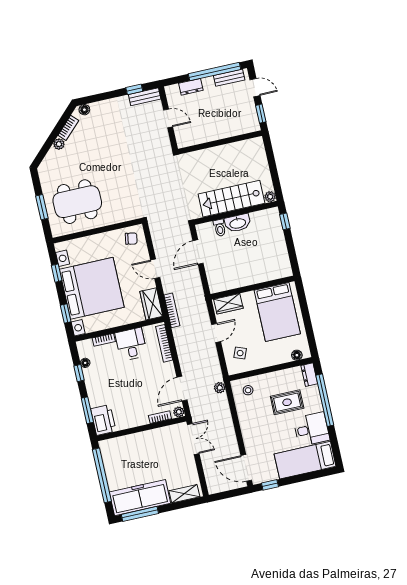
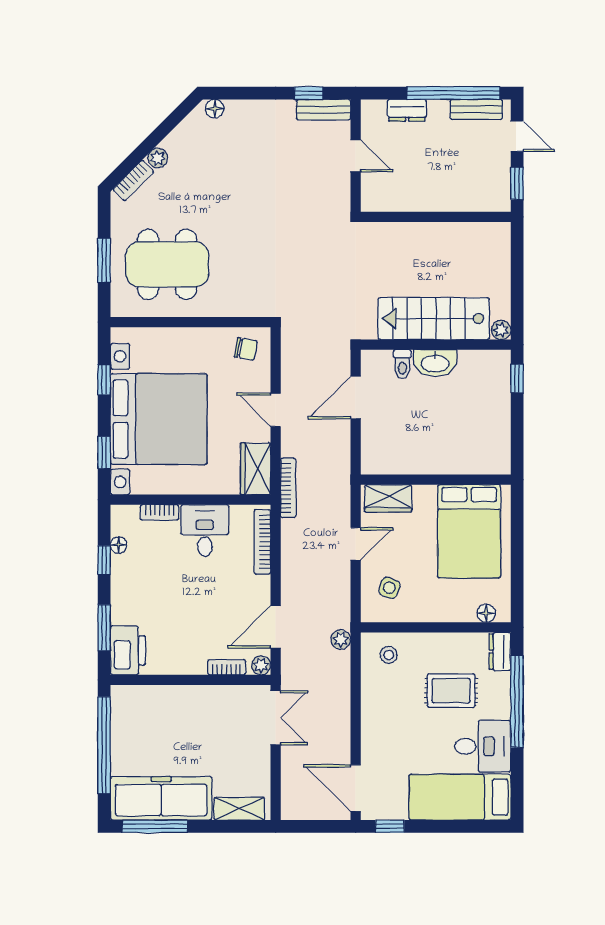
bookcase: (68, 128) -> (133, 181), moved

